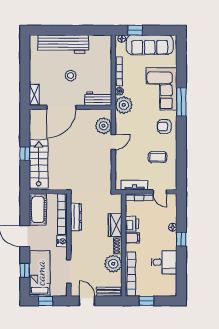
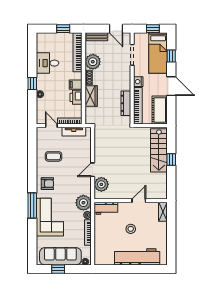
window: (135, 30) -> (58, 269), moved
door: (61, 107) -> (139, 201), width x0.53

